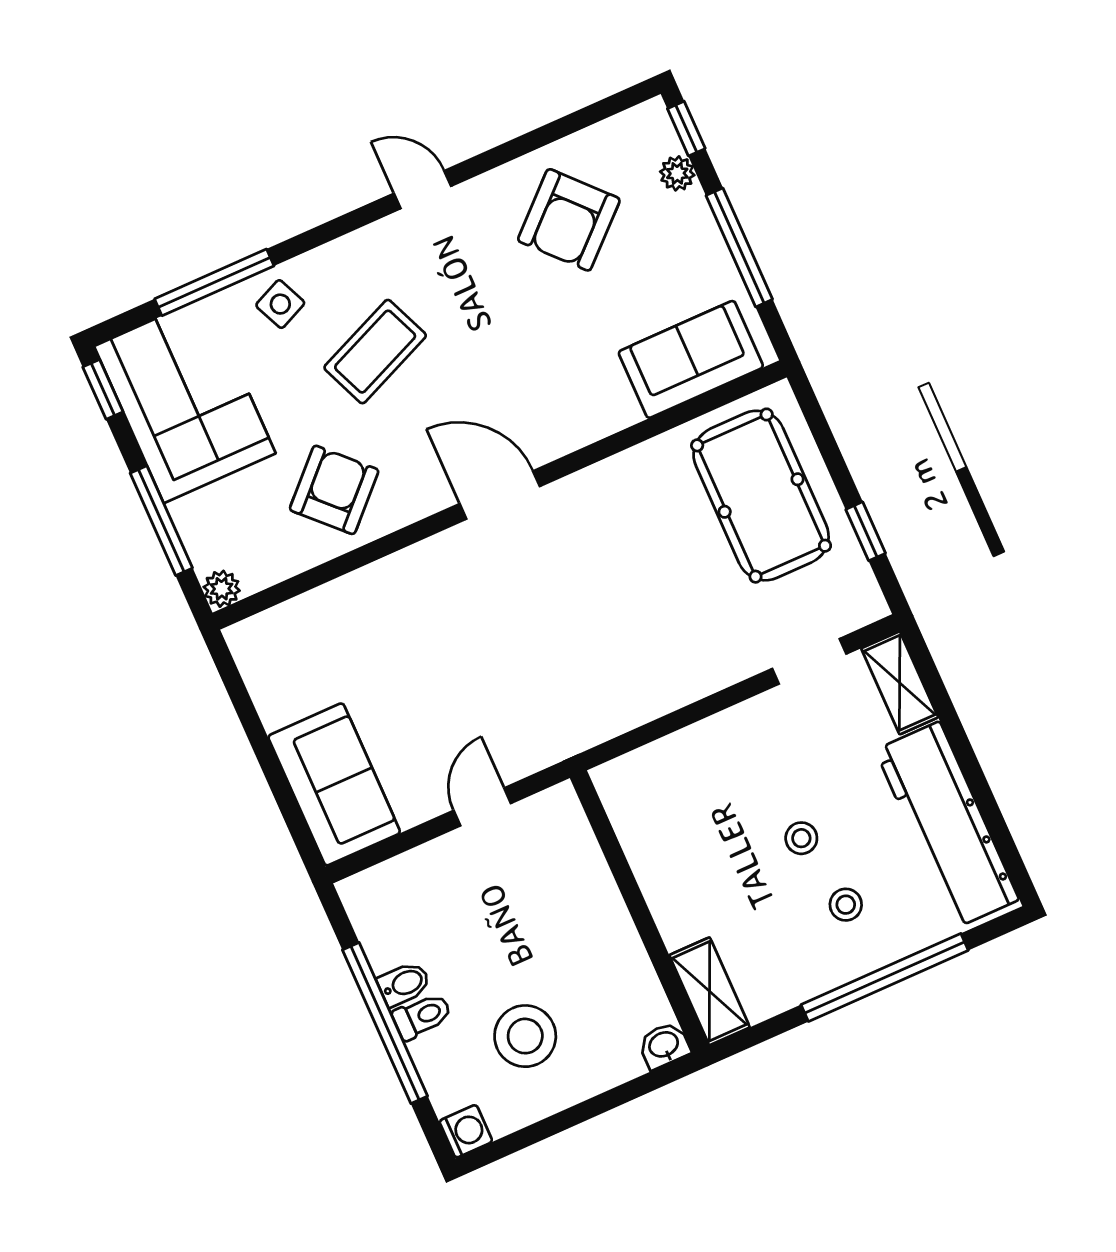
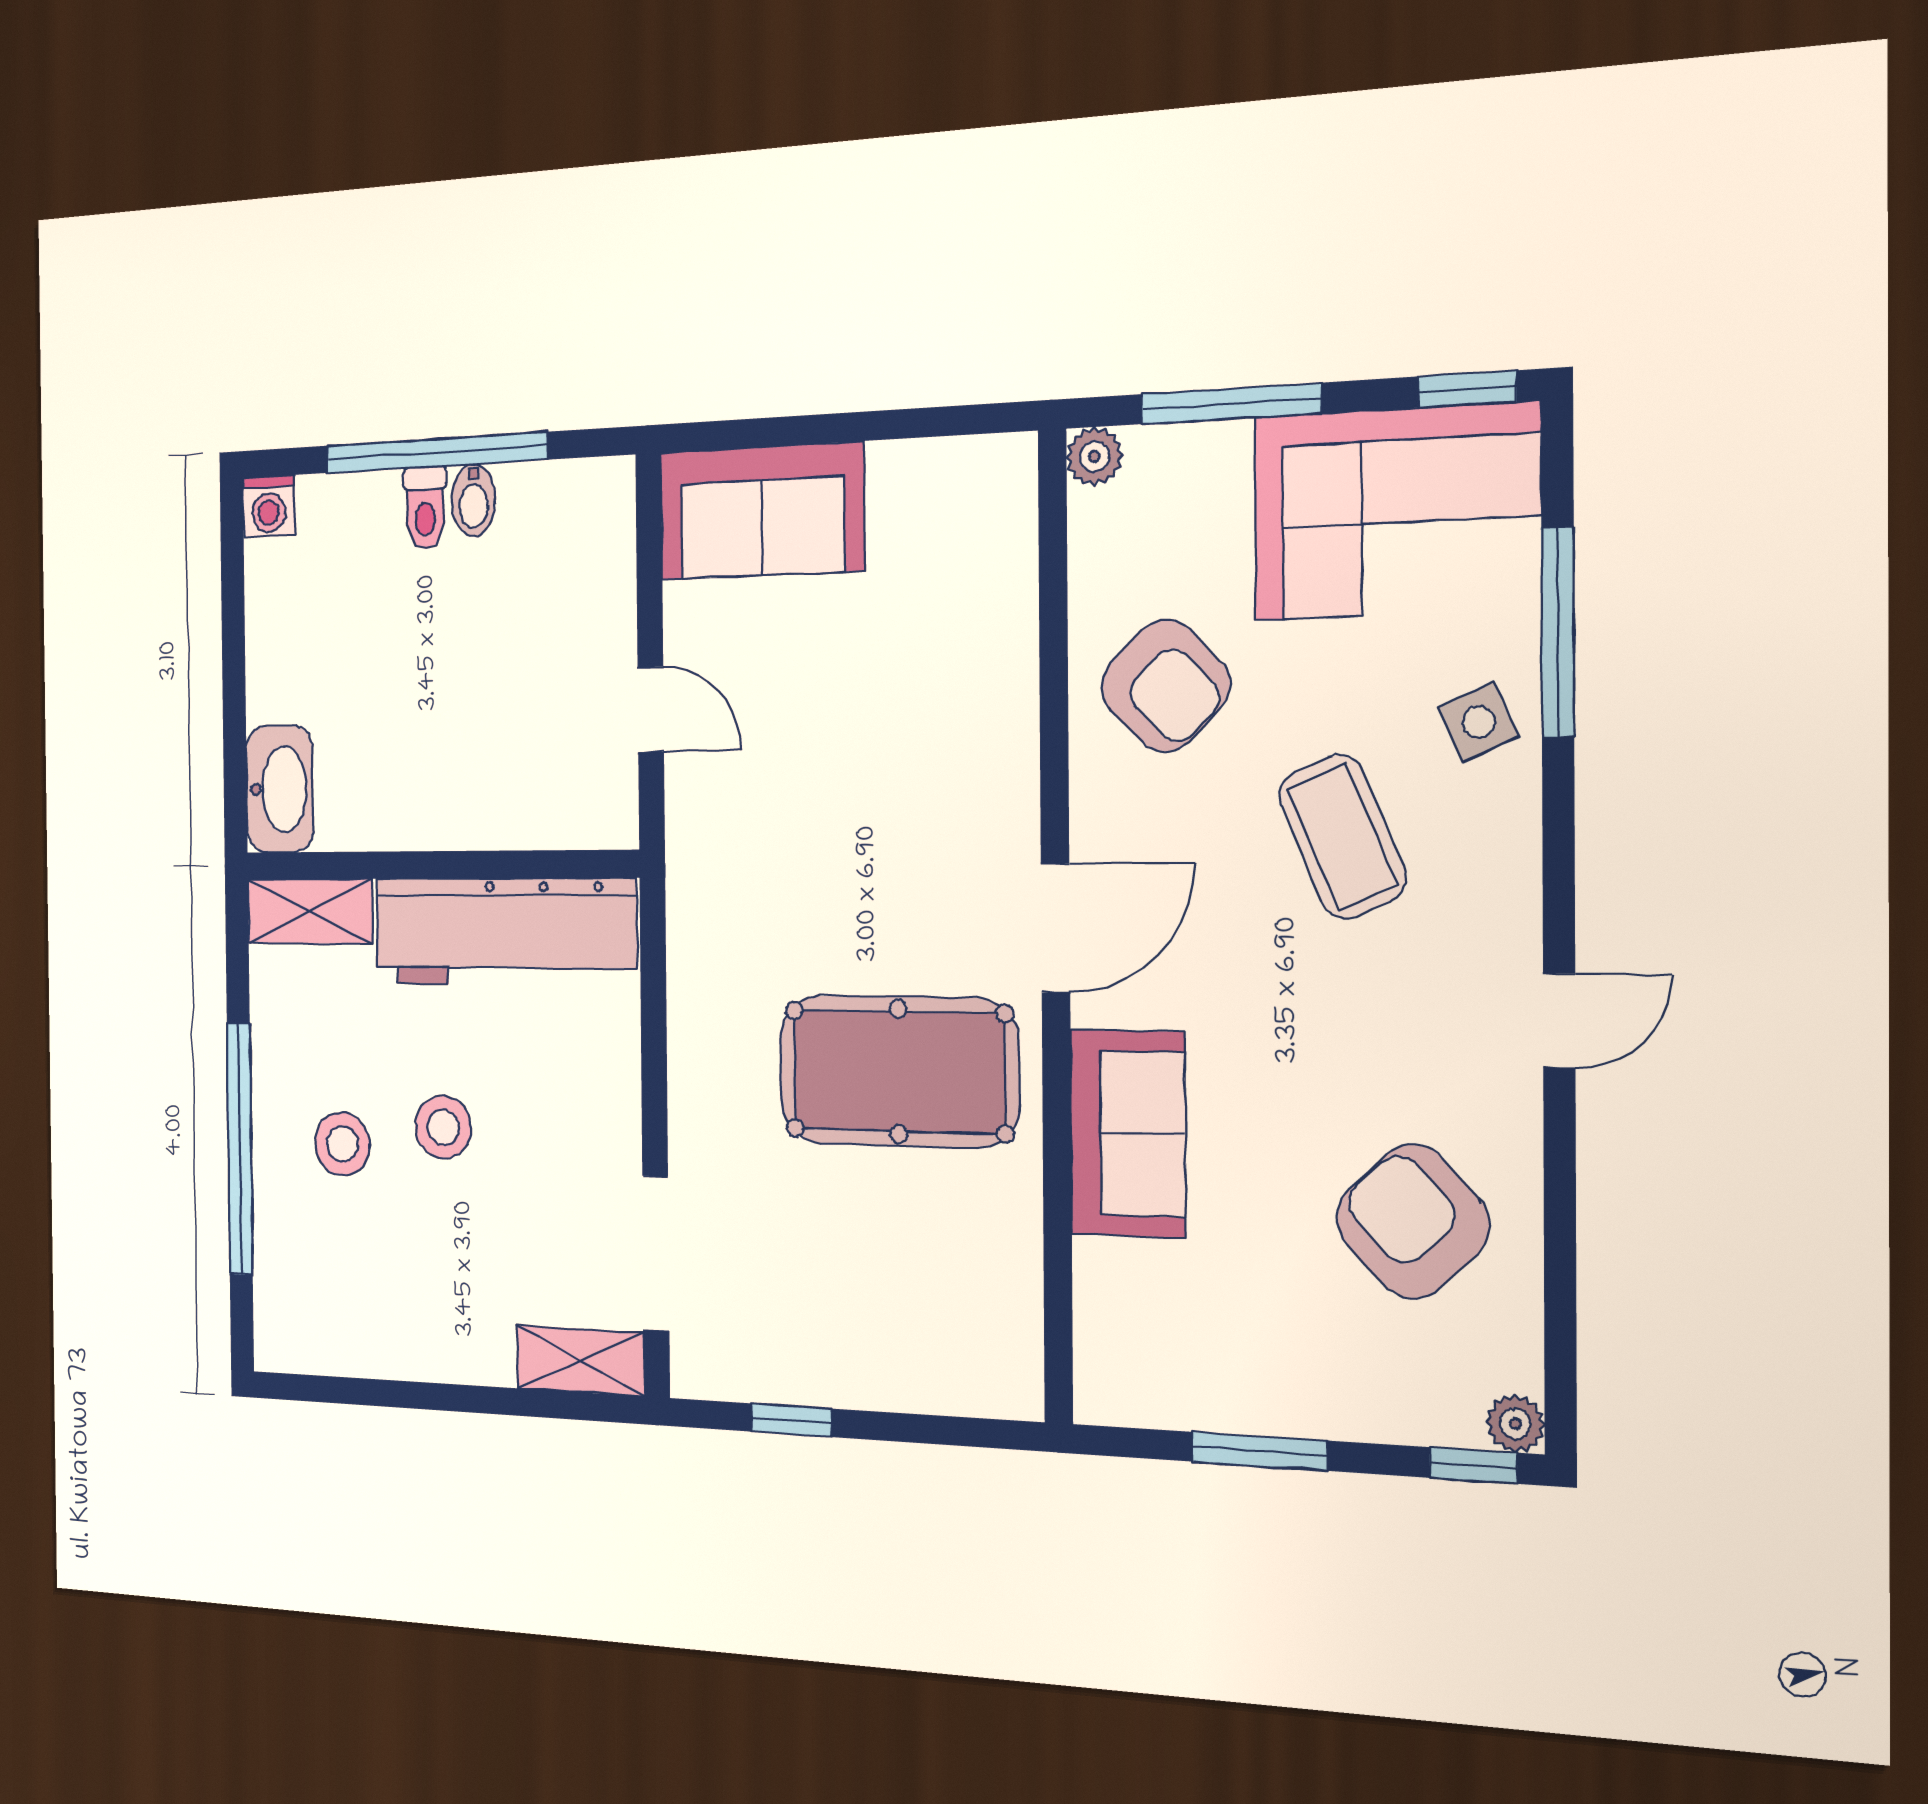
plant: (677, 173) -> (1515, 1424), moved
window: (739, 247) -> (1260, 1451), width x0.69
sofa: (691, 359) -> (1128, 1133), moved
pool table: (761, 496) -> (898, 1071), moved
doorway: (809, 661) -> (656, 1253), width x1.38
workbench: (947, 825) -> (505, 932), moved, turned 180
stool: (801, 838) -> (443, 1127), width x1.37, depth x1.37
stool: (846, 905) -> (342, 1144), width x1.37, depth x1.37
stool: (525, 1036) -> (349, 638), removed
washbasin: (664, 1045) -> (280, 789), width x1.91, depth x1.45

